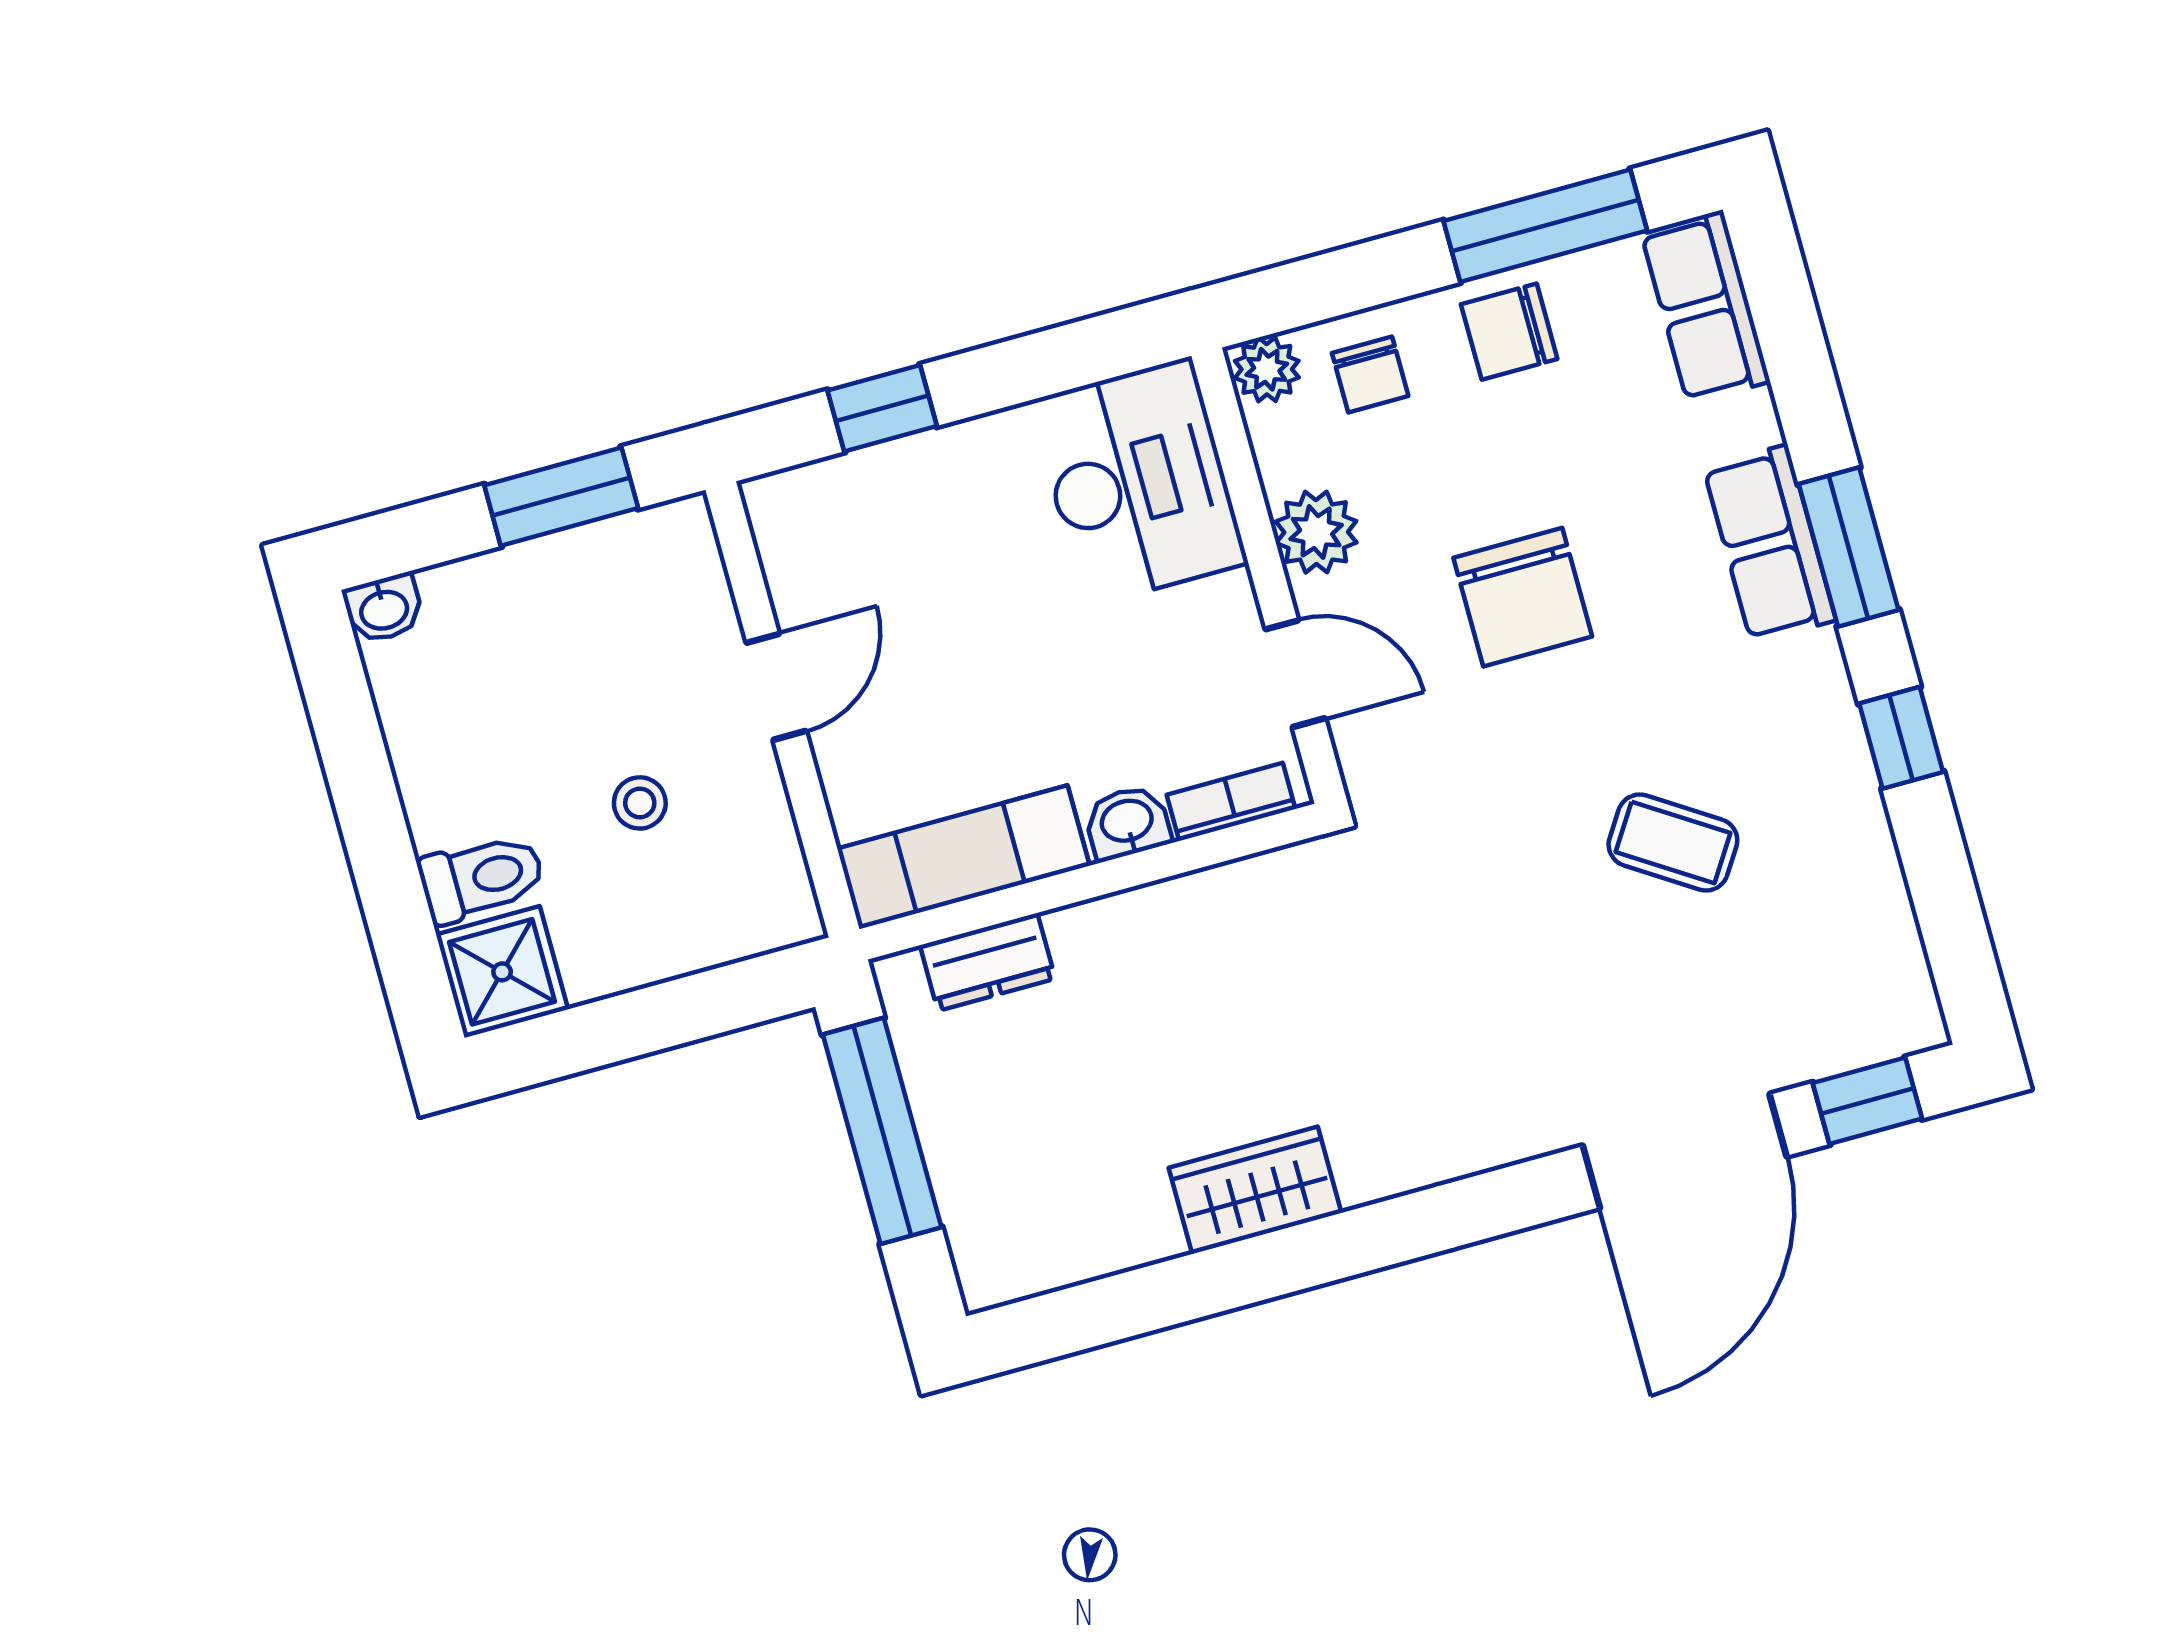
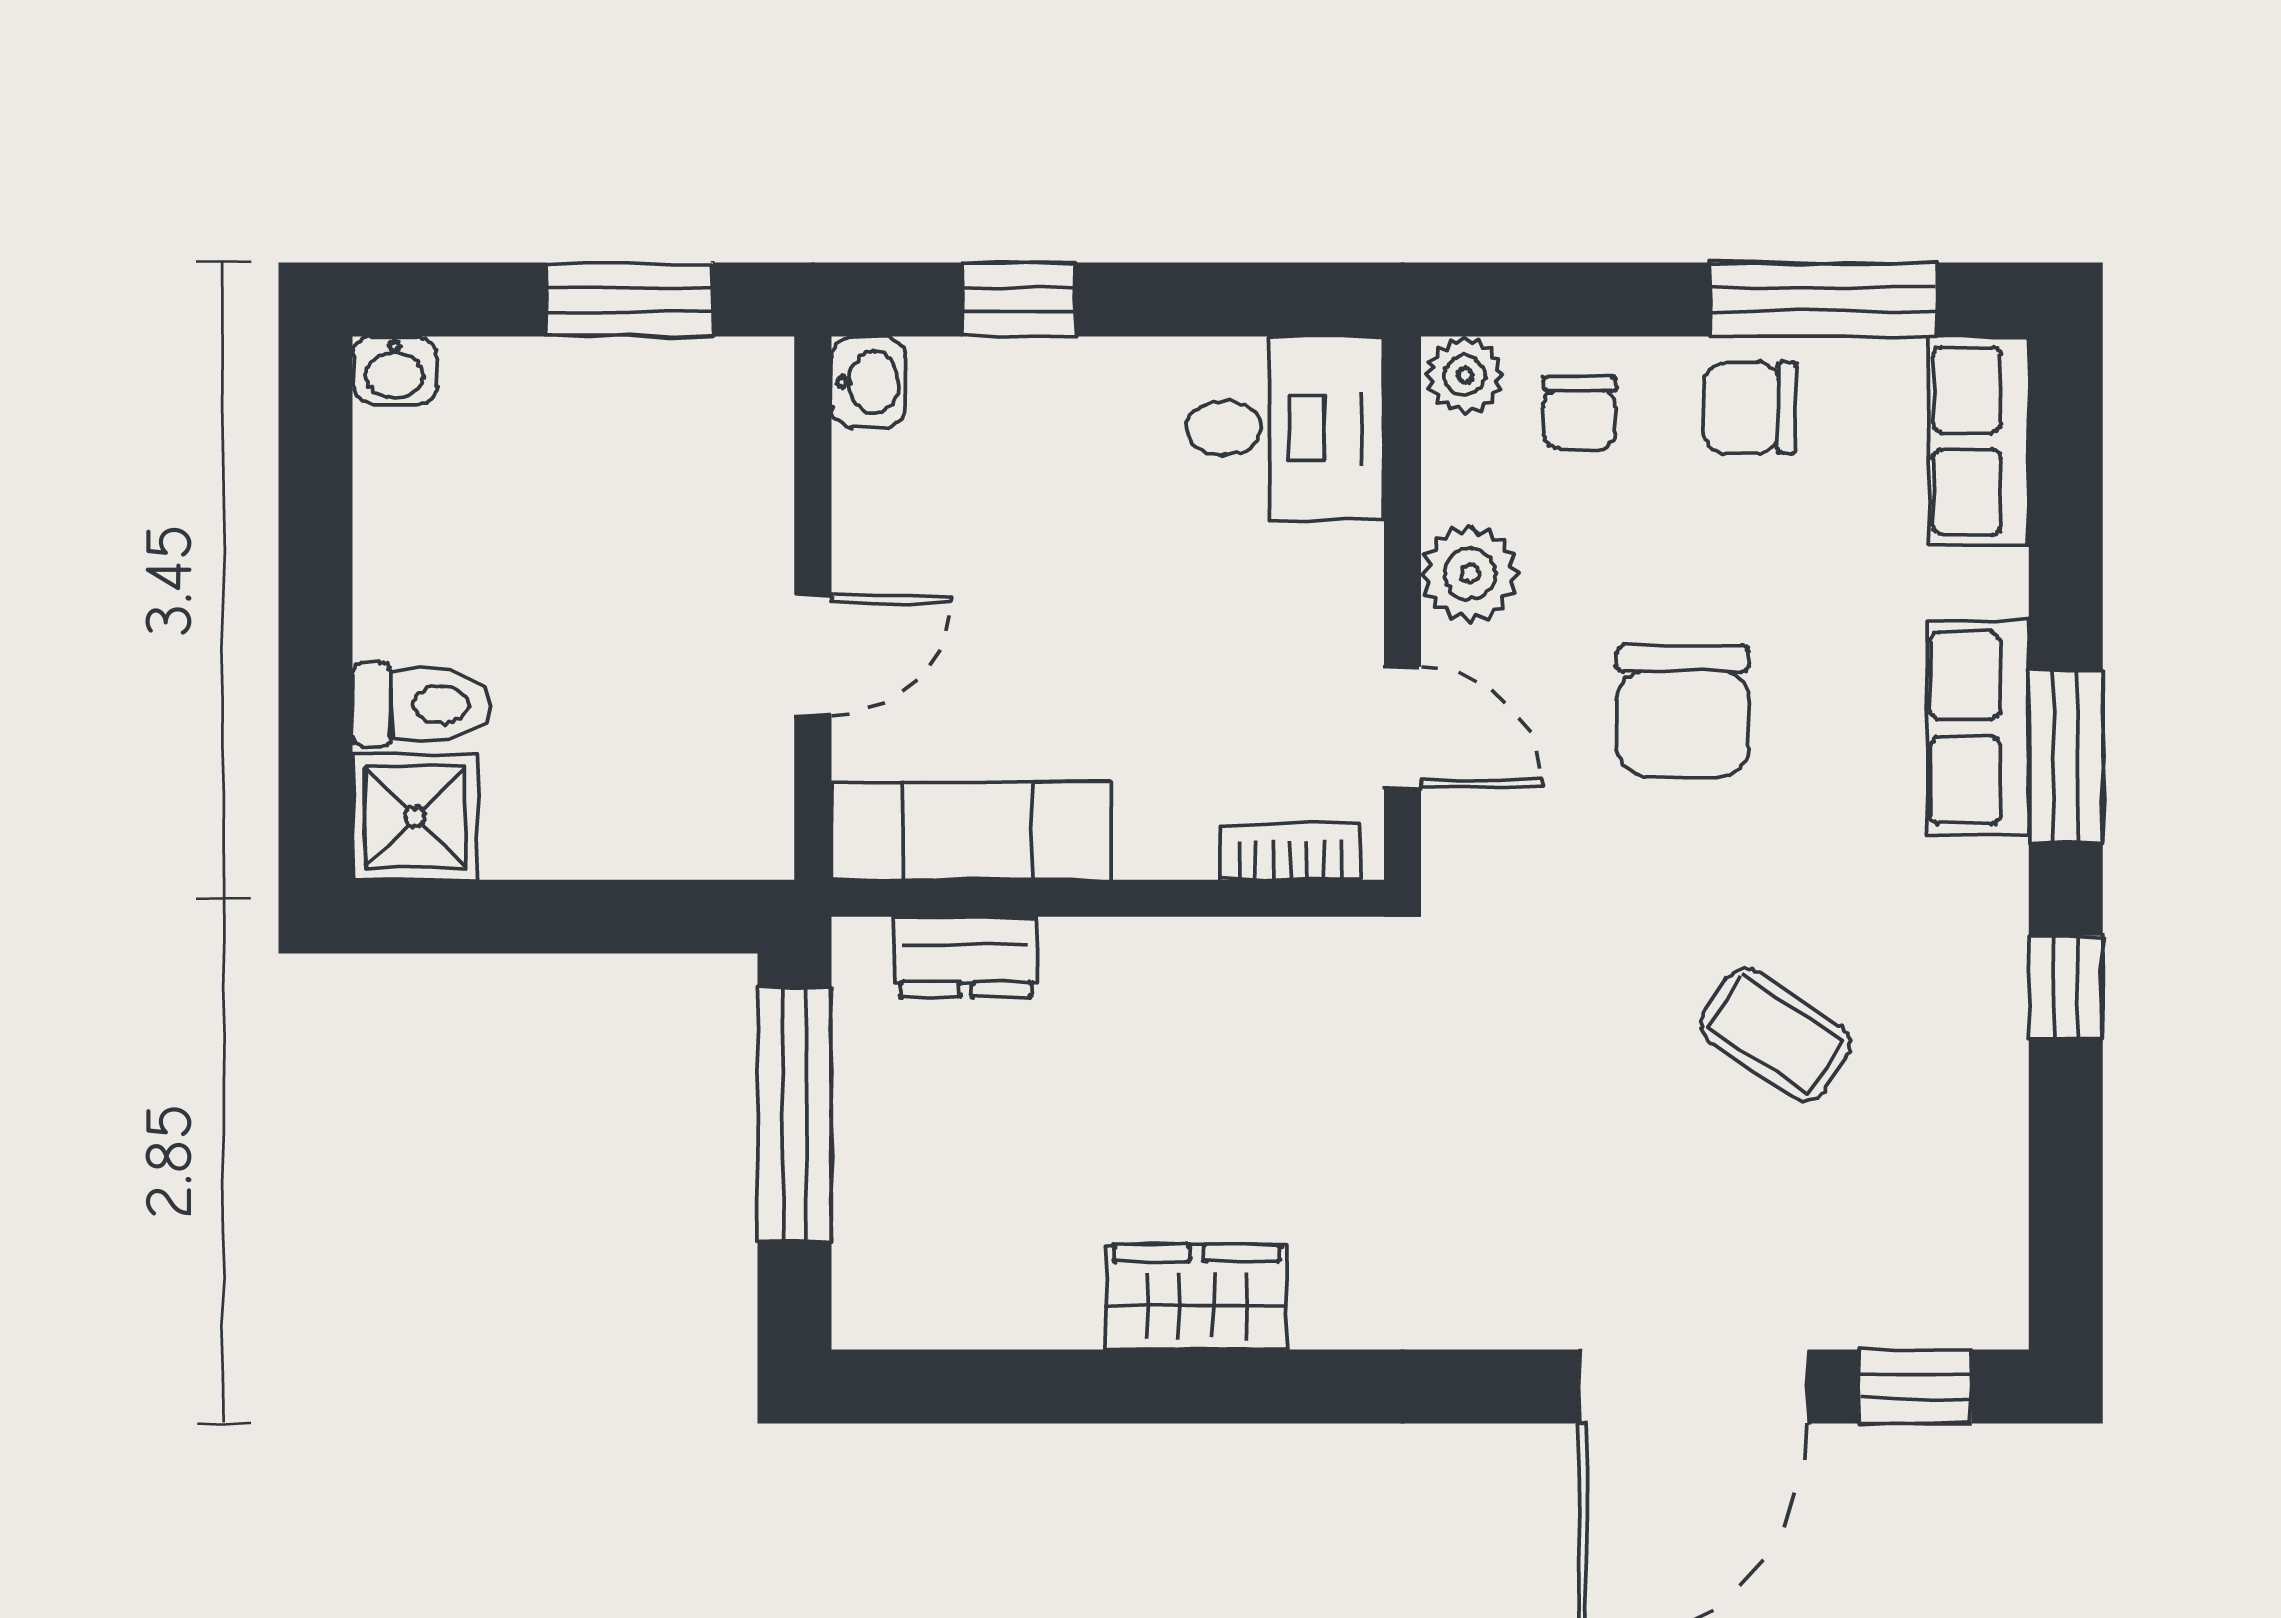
desk: (1139, 482) -> (1285, 428), width x0.73
door: (776, 687) -> (813, 655), moved
stool: (640, 803) -> (623, 669), removed
washbasin: (1127, 823) -> (868, 382), moved, turned 90

